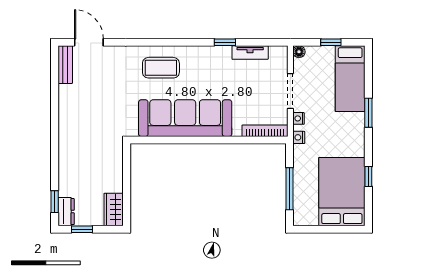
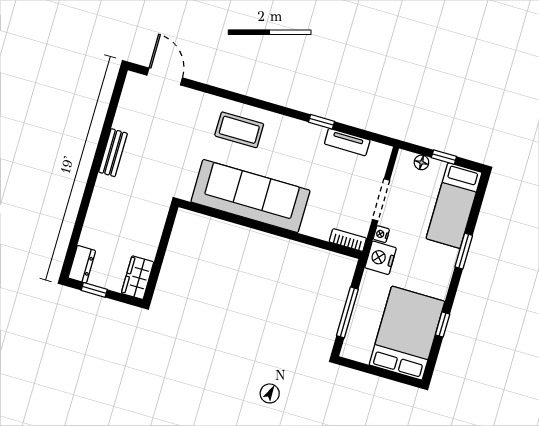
floor lamp: (299, 52) -> (421, 162), moved
bench: (65, 65) -> (113, 153), moved
bookcase: (265, 131) -> (348, 240), width x0.64
nightstand: (299, 137) -> (381, 258), width x1.89, depth x1.79
window: (55, 202) -> (72, 249), removed

